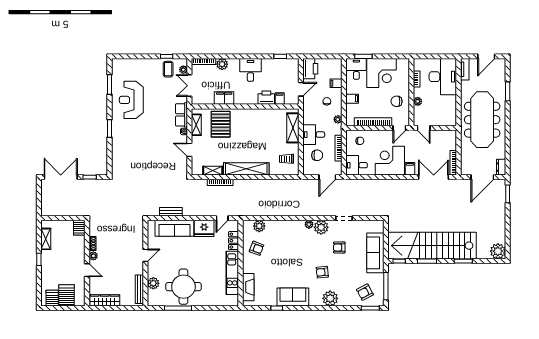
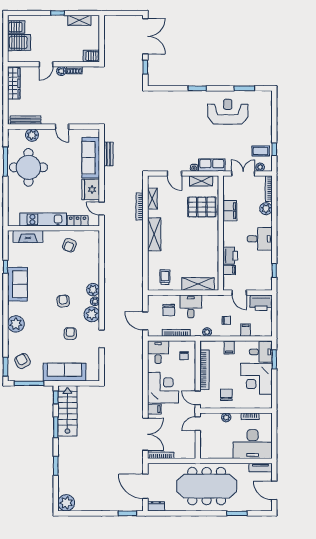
door: (189, 150) -> (174, 174), swing flipped
shelving: (246, 169) -> (154, 234), width x0.68
plant: (259, 226) -> (93, 290), moved
stairs: (432, 246) -> (67, 411), width x0.54, depth x0.66
armchair: (322, 272) -> (63, 301), moved

